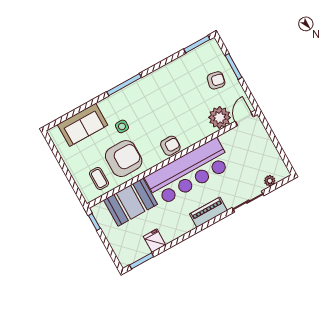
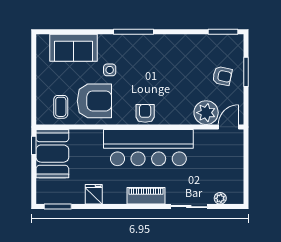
armchair: (170, 146) -> (145, 113), turned -90
booth: (131, 202) -> (52, 154), moved, turned 90
fridge: (154, 241) -> (94, 194), moved

